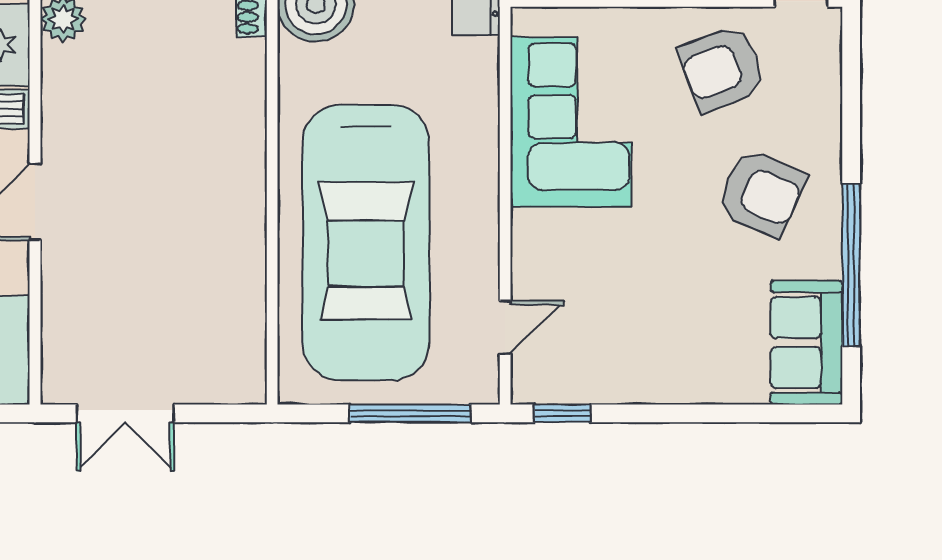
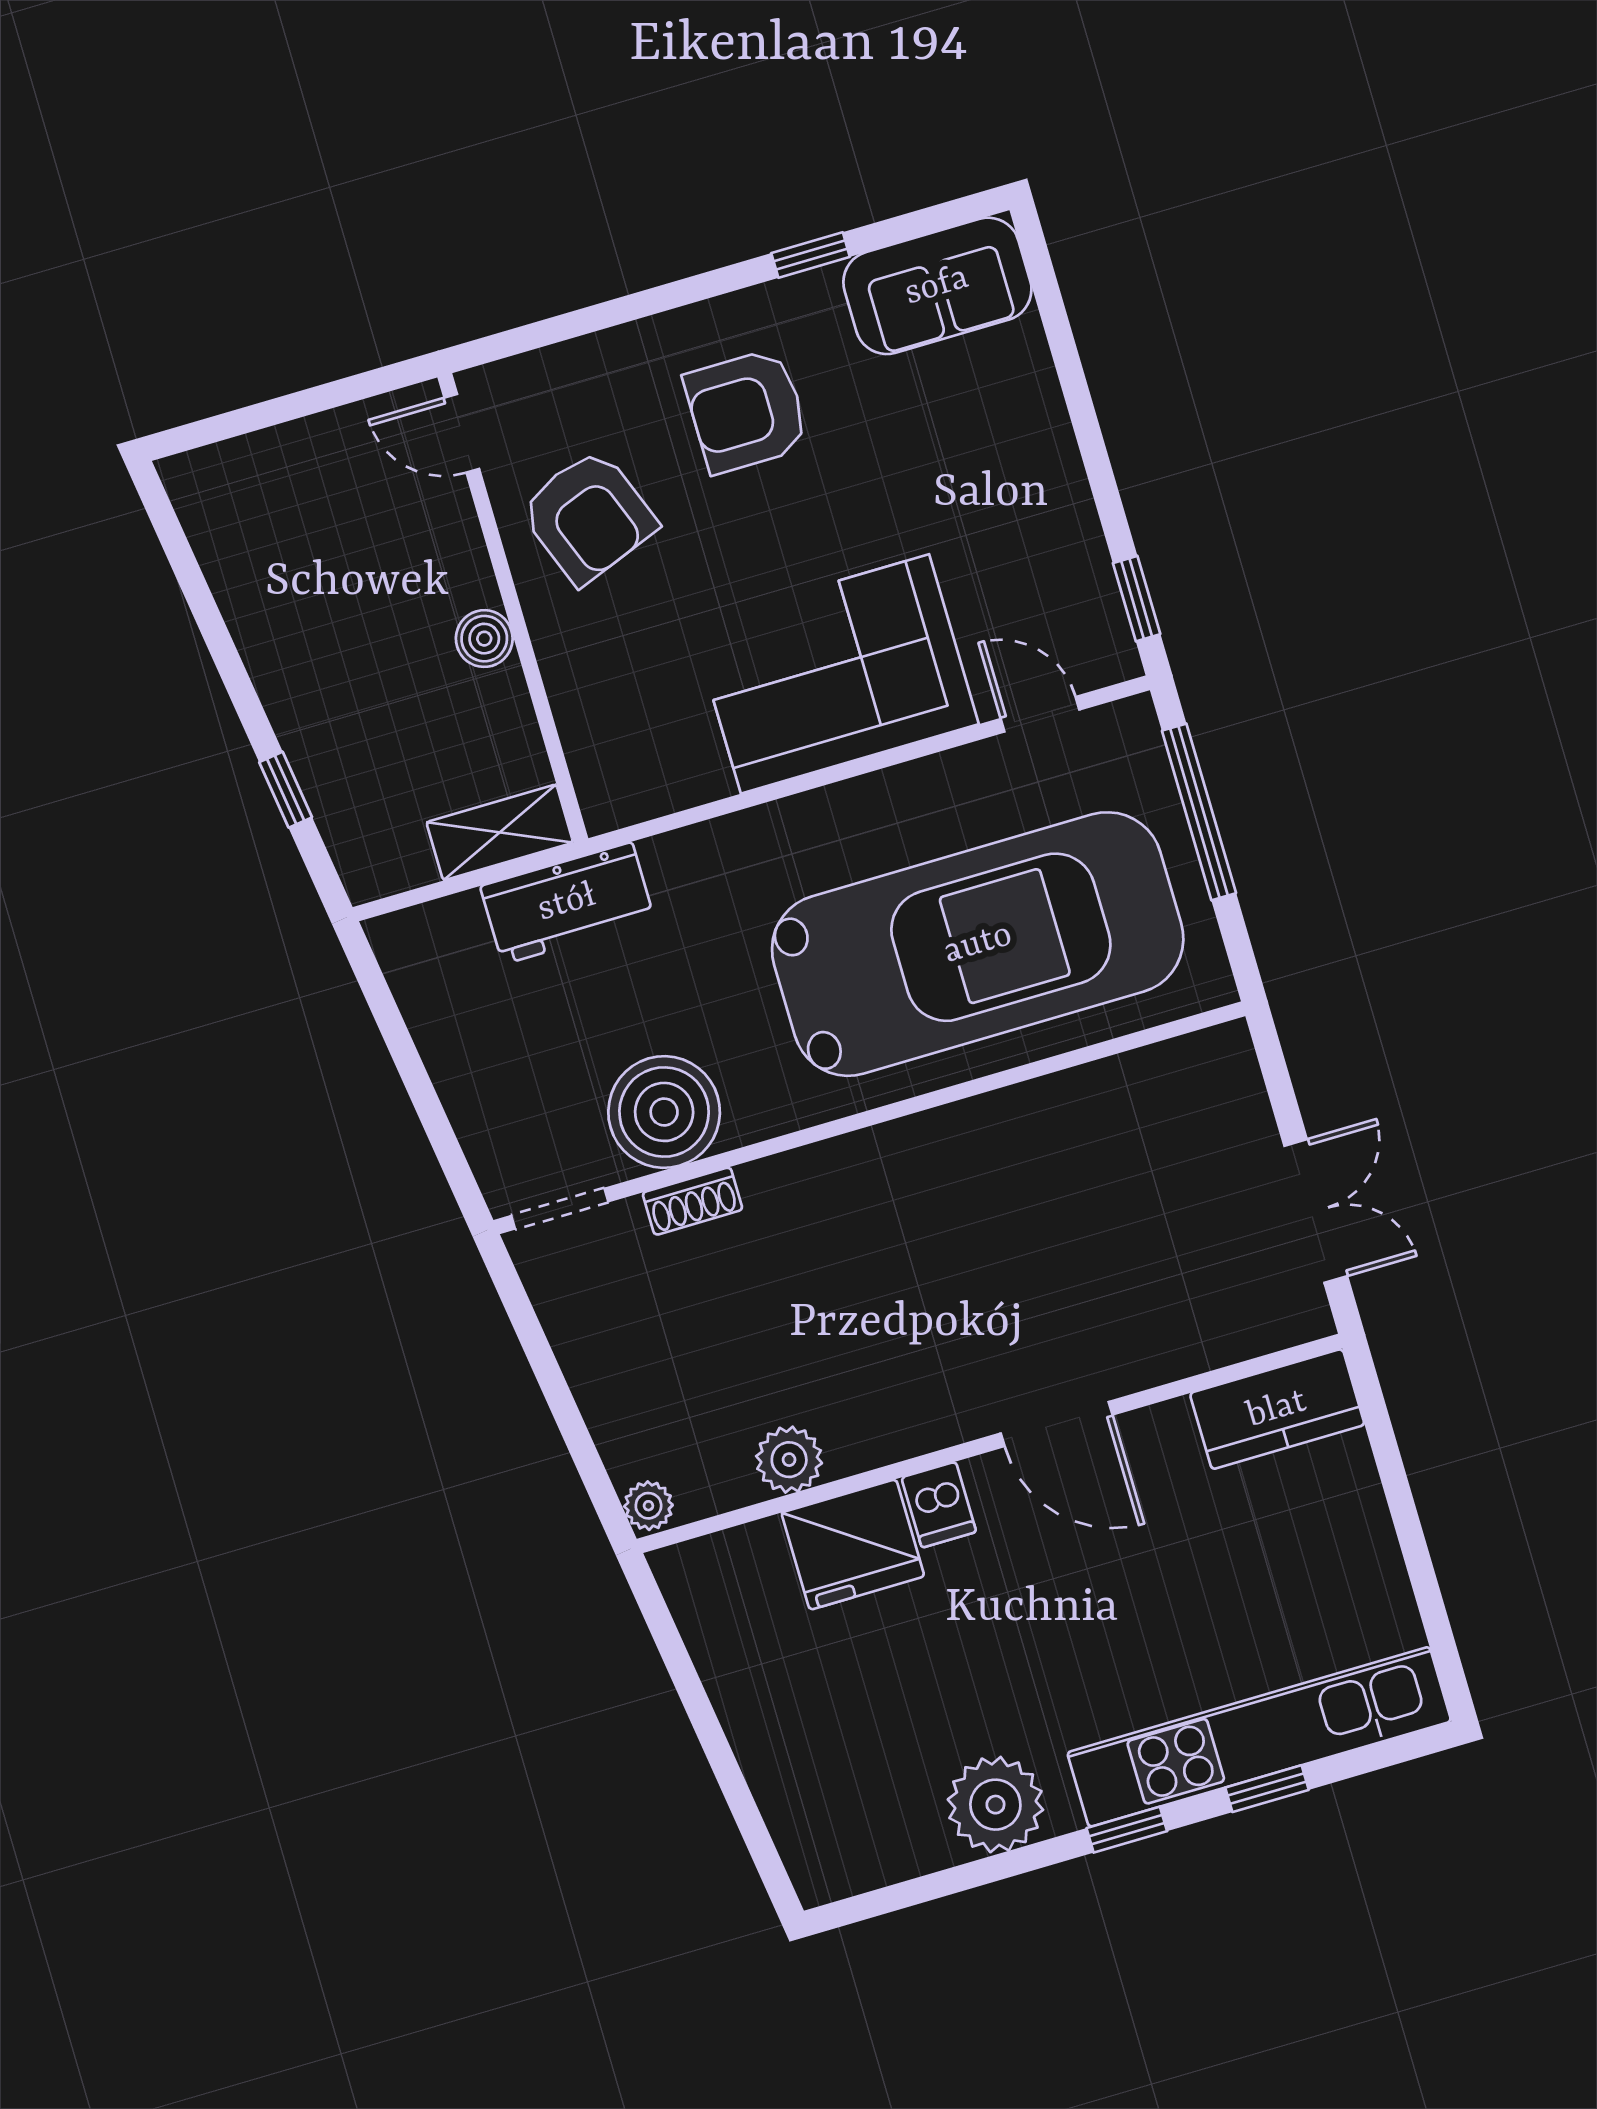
corner sofa: (571, 122) -> (835, 674), moved
armchair: (761, 193) -> (746, 411), turned -114
window: (851, 265) -> (811, 255), width x0.32

